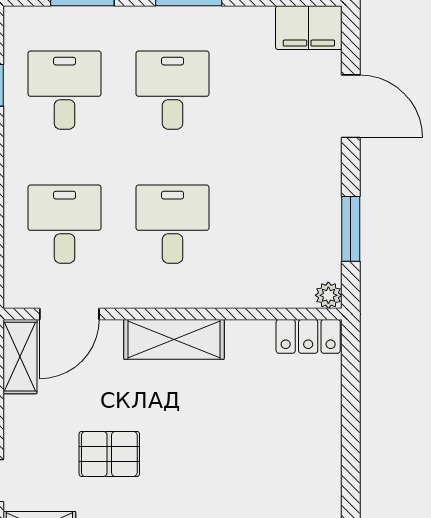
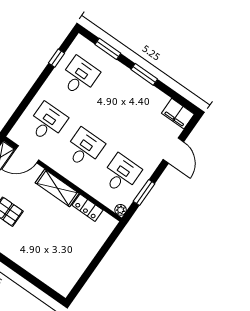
desk: (173, 90) -> (121, 174), moved
locker: (308, 336) -> (87, 208), moved

